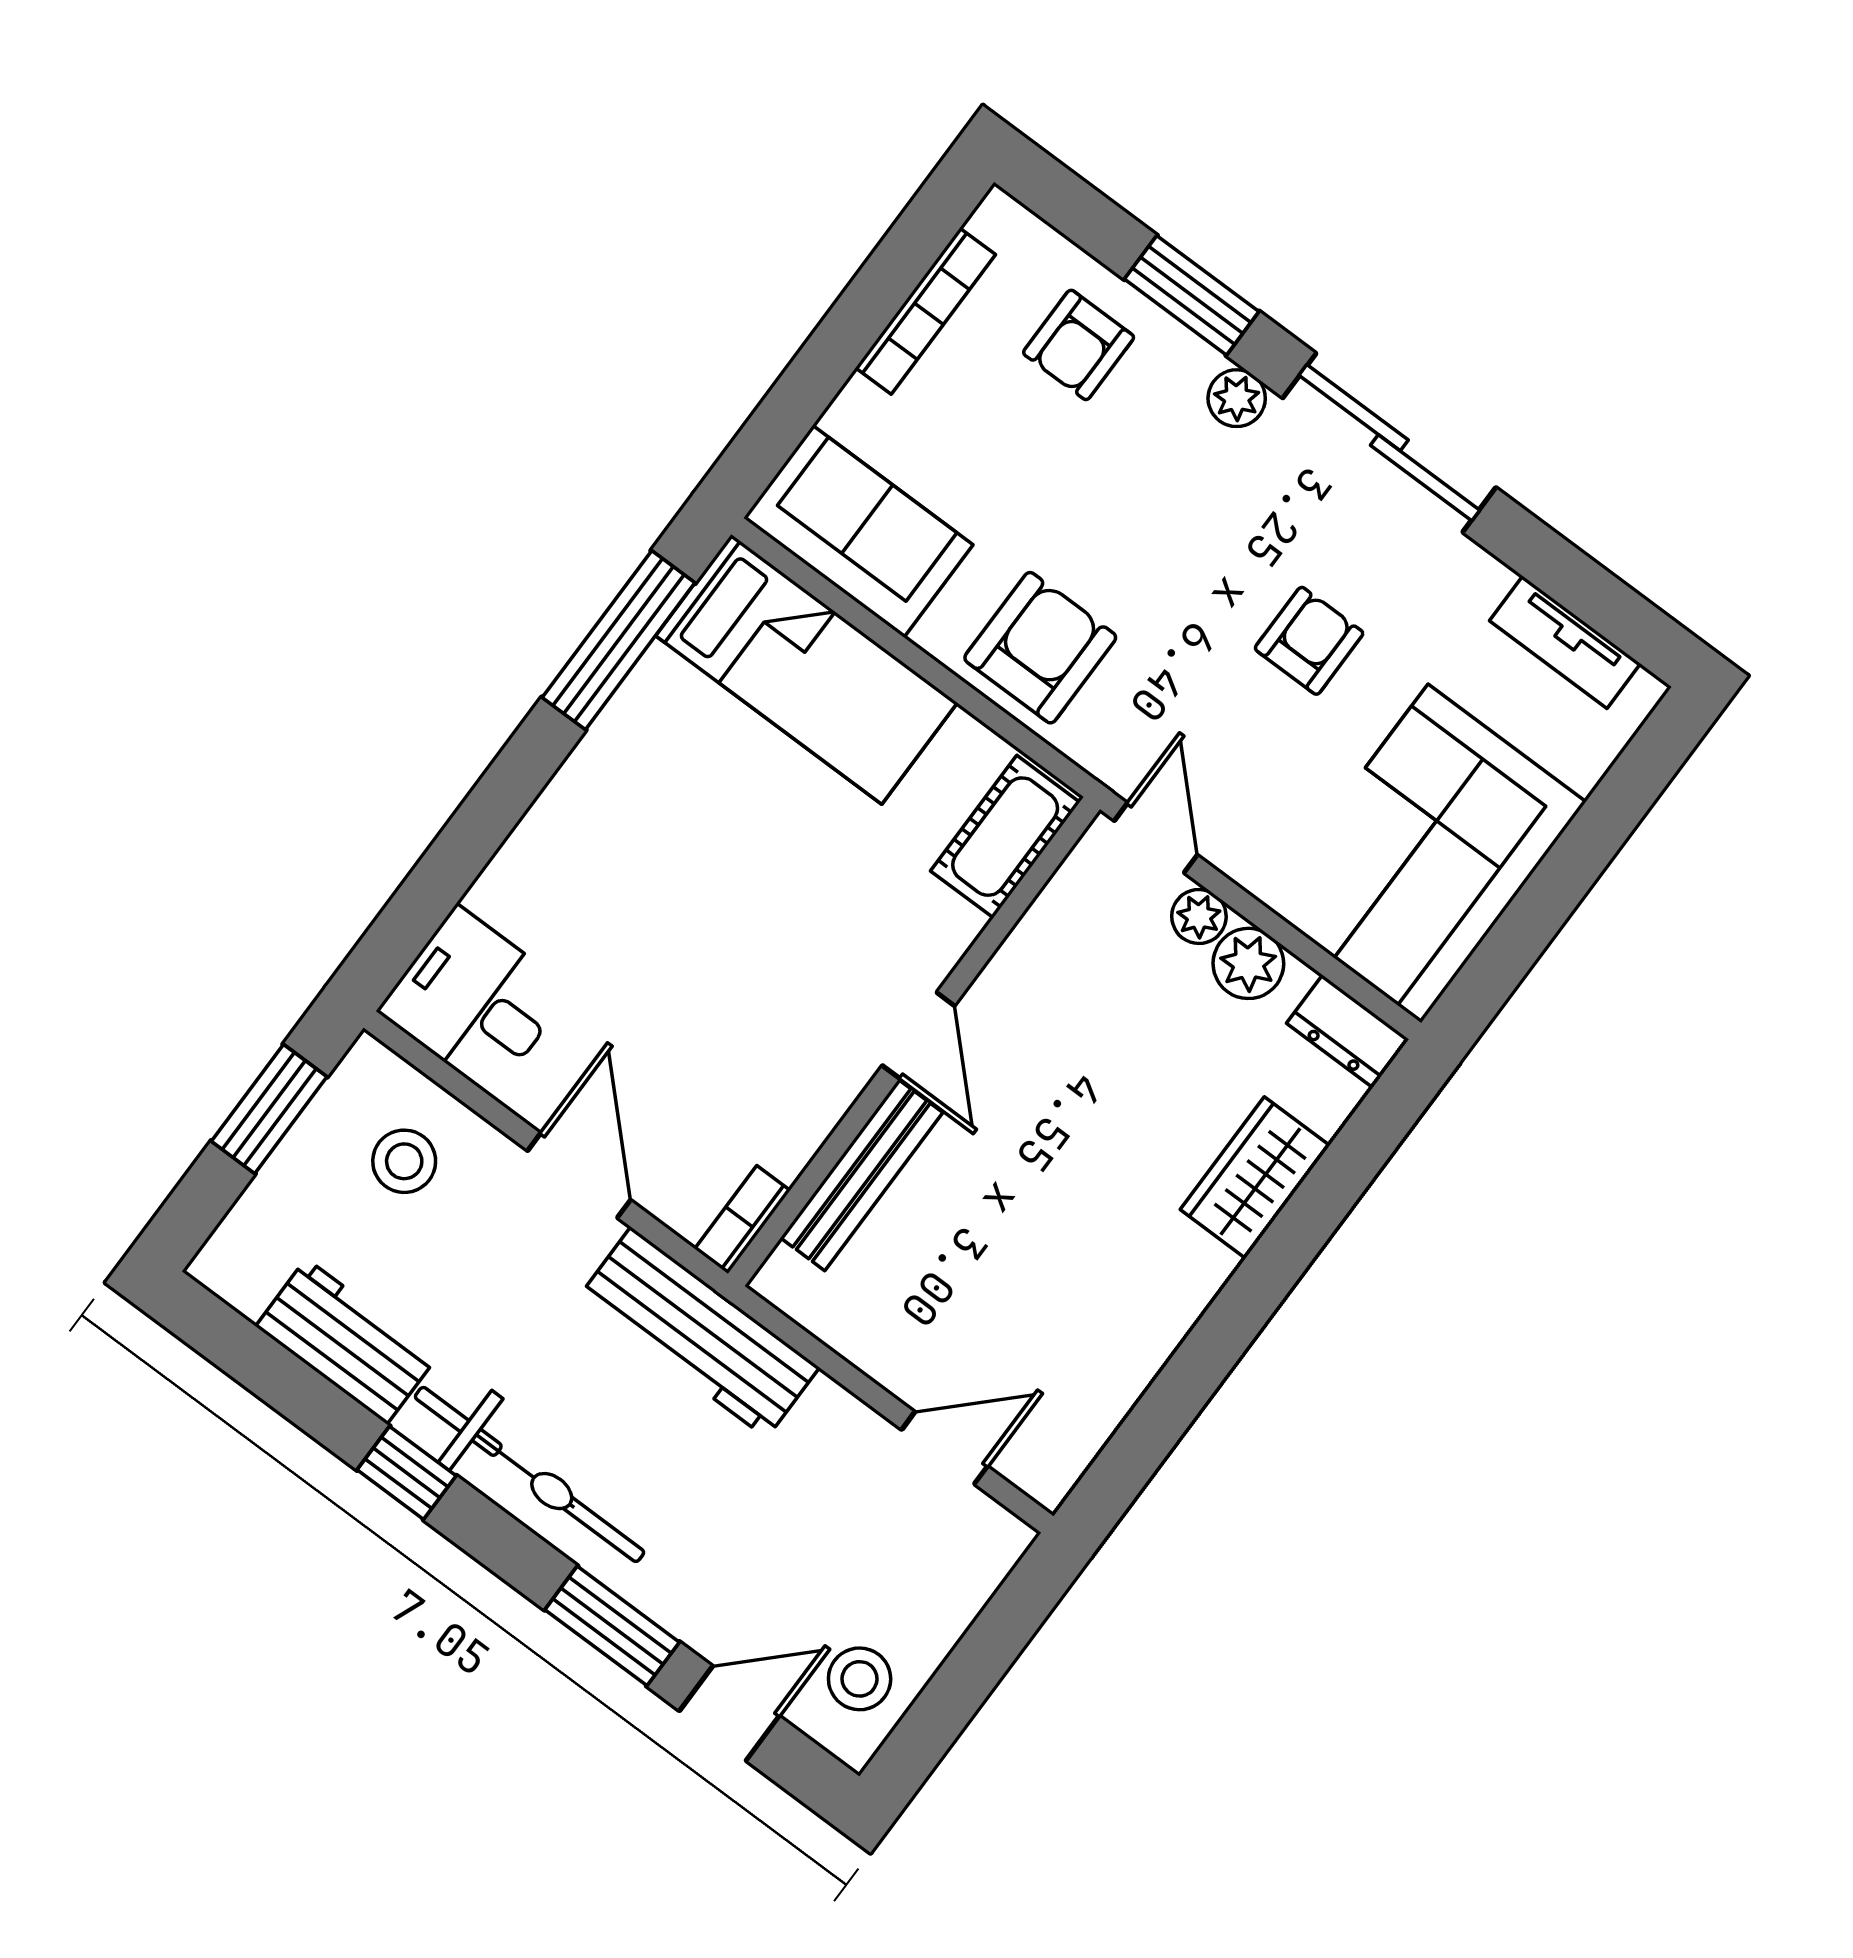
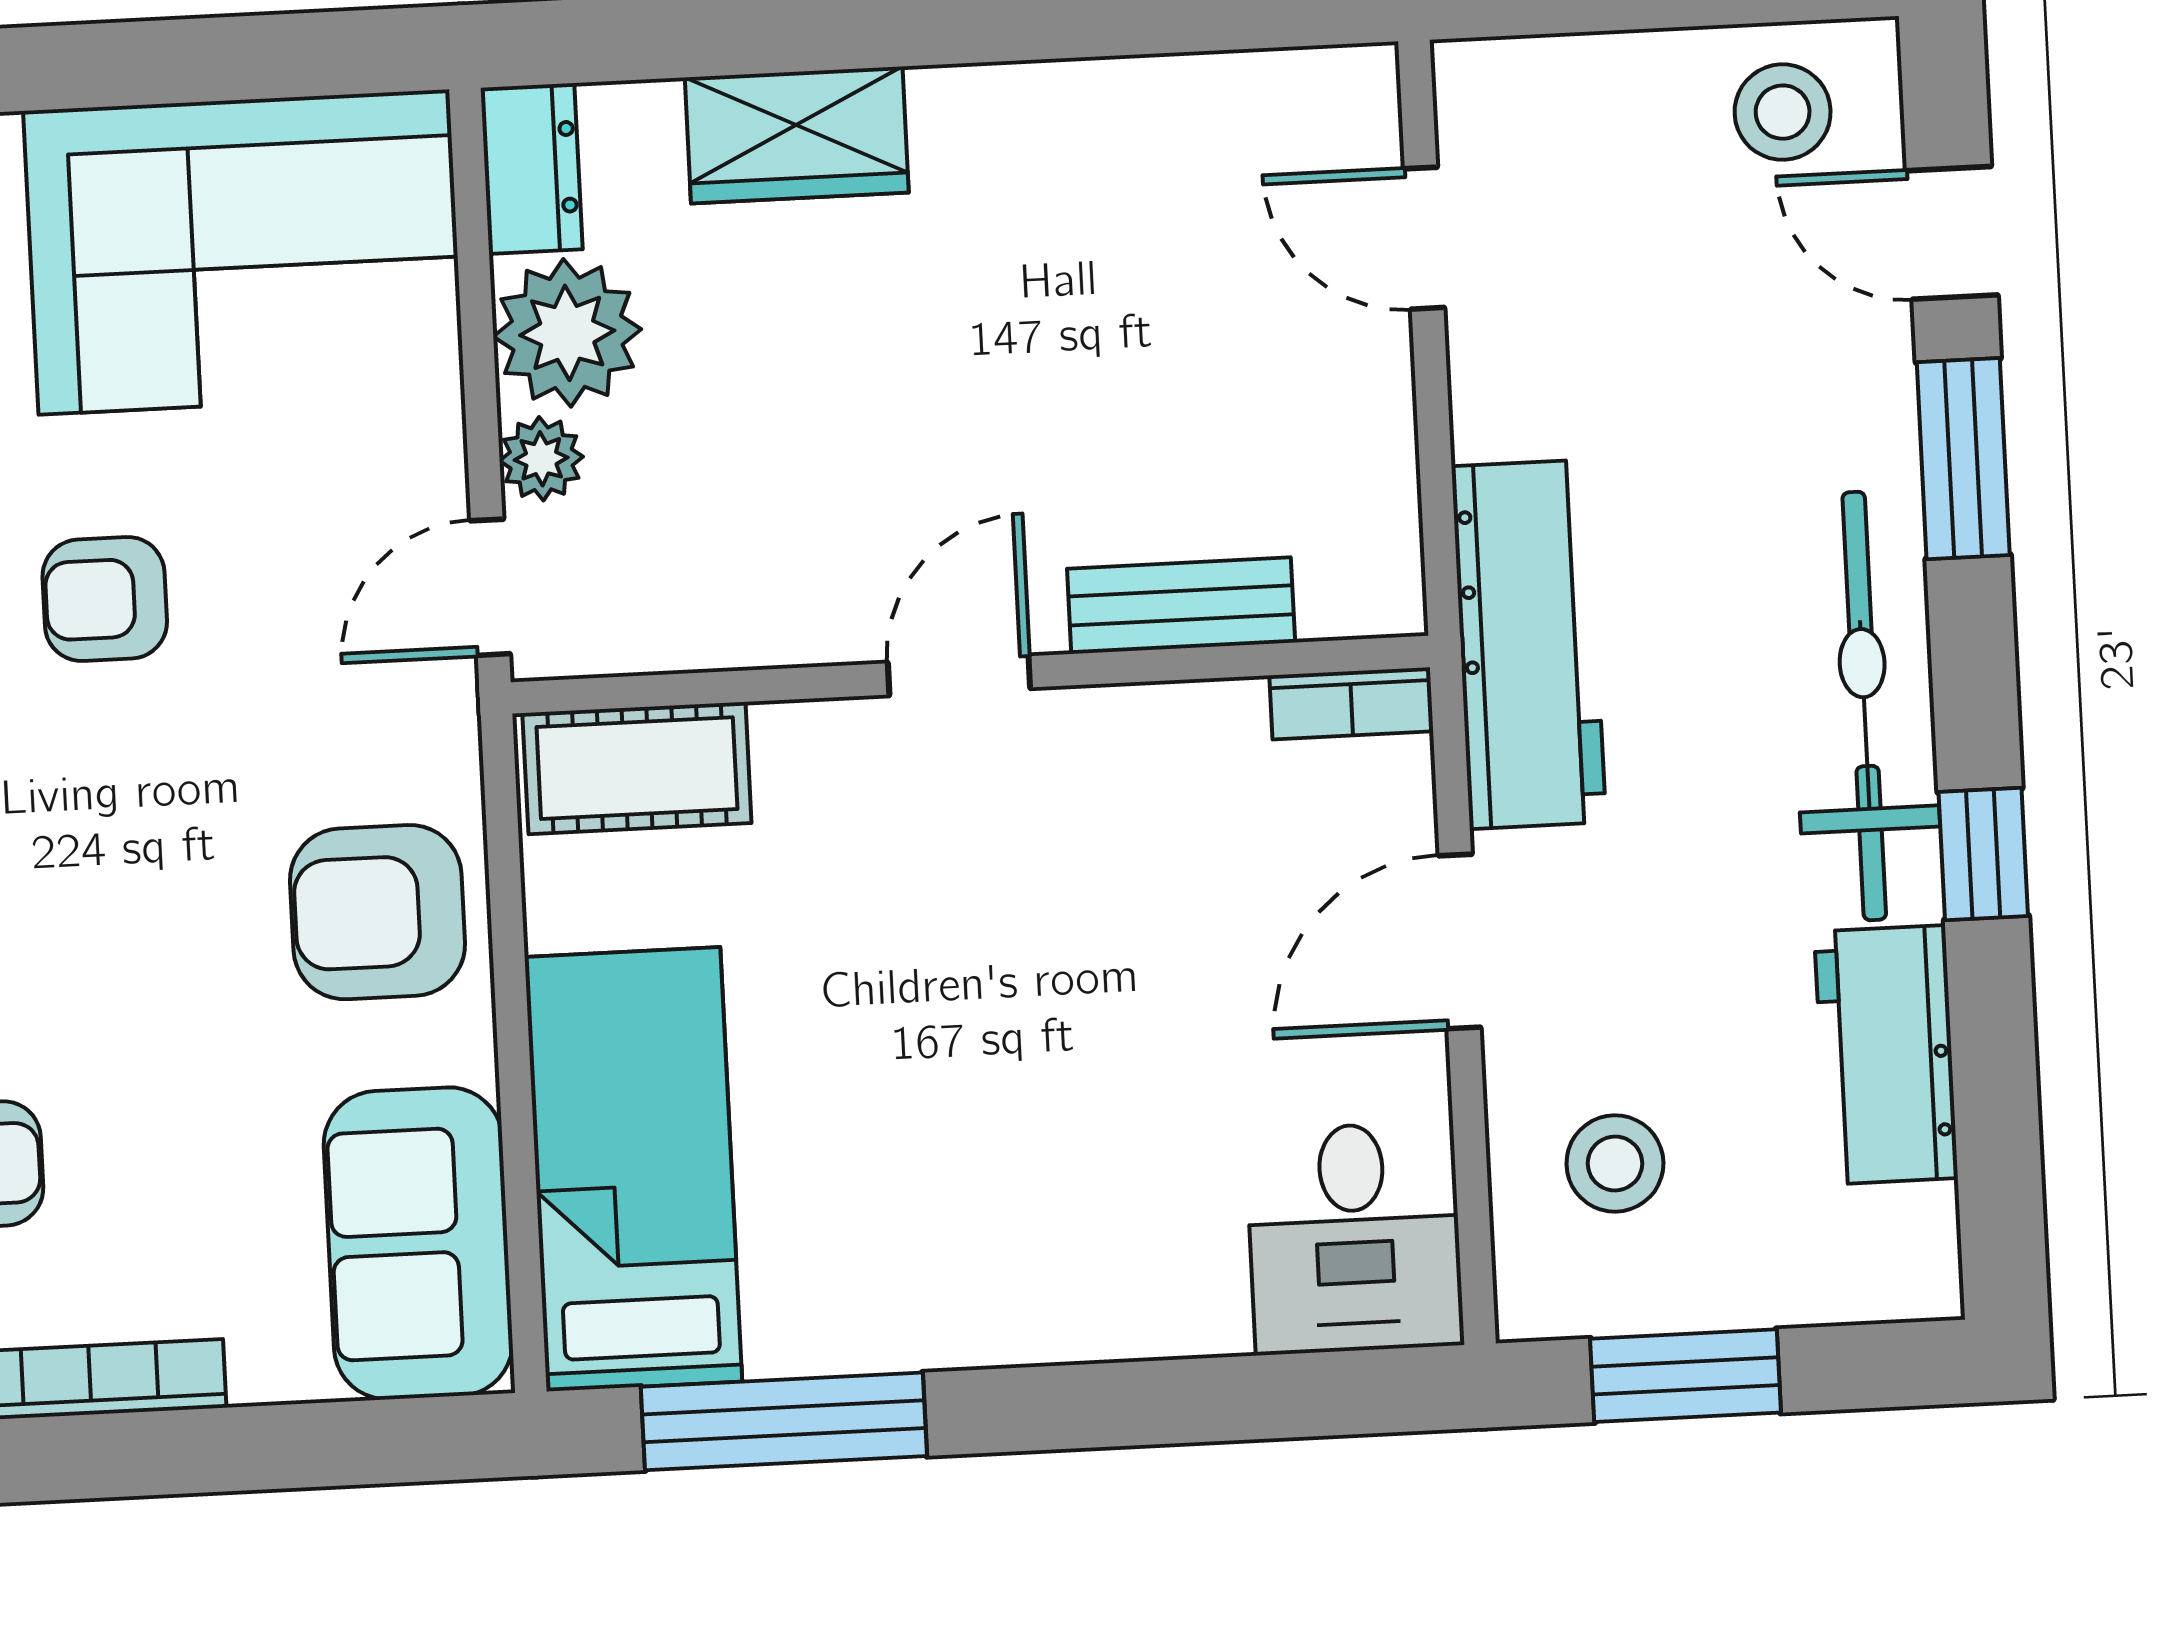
plant: (1248, 963) -> (567, 333), width x1.36, depth x1.36
bench: (862, 1175) -> (1181, 606), width x0.73

